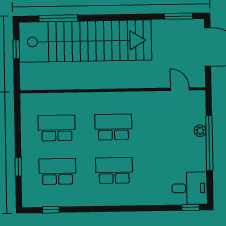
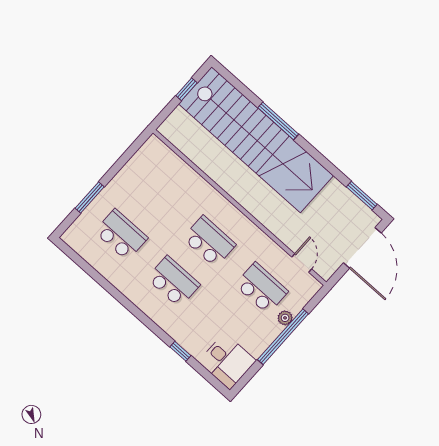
window: (58, 18) -> (278, 121), moved
school desk: (57, 128) -> (262, 288), moved
window: (18, 167) -> (90, 198), width x1.50
window: (191, 207) -> (180, 351), moved
window: (51, 210) -> (83, 264), removed

